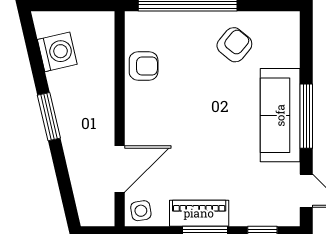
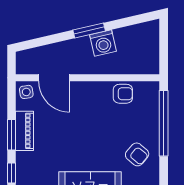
washing machine: (57, 52) -> (103, 43), moved
armchair: (144, 66) -> (123, 94), turned -90

